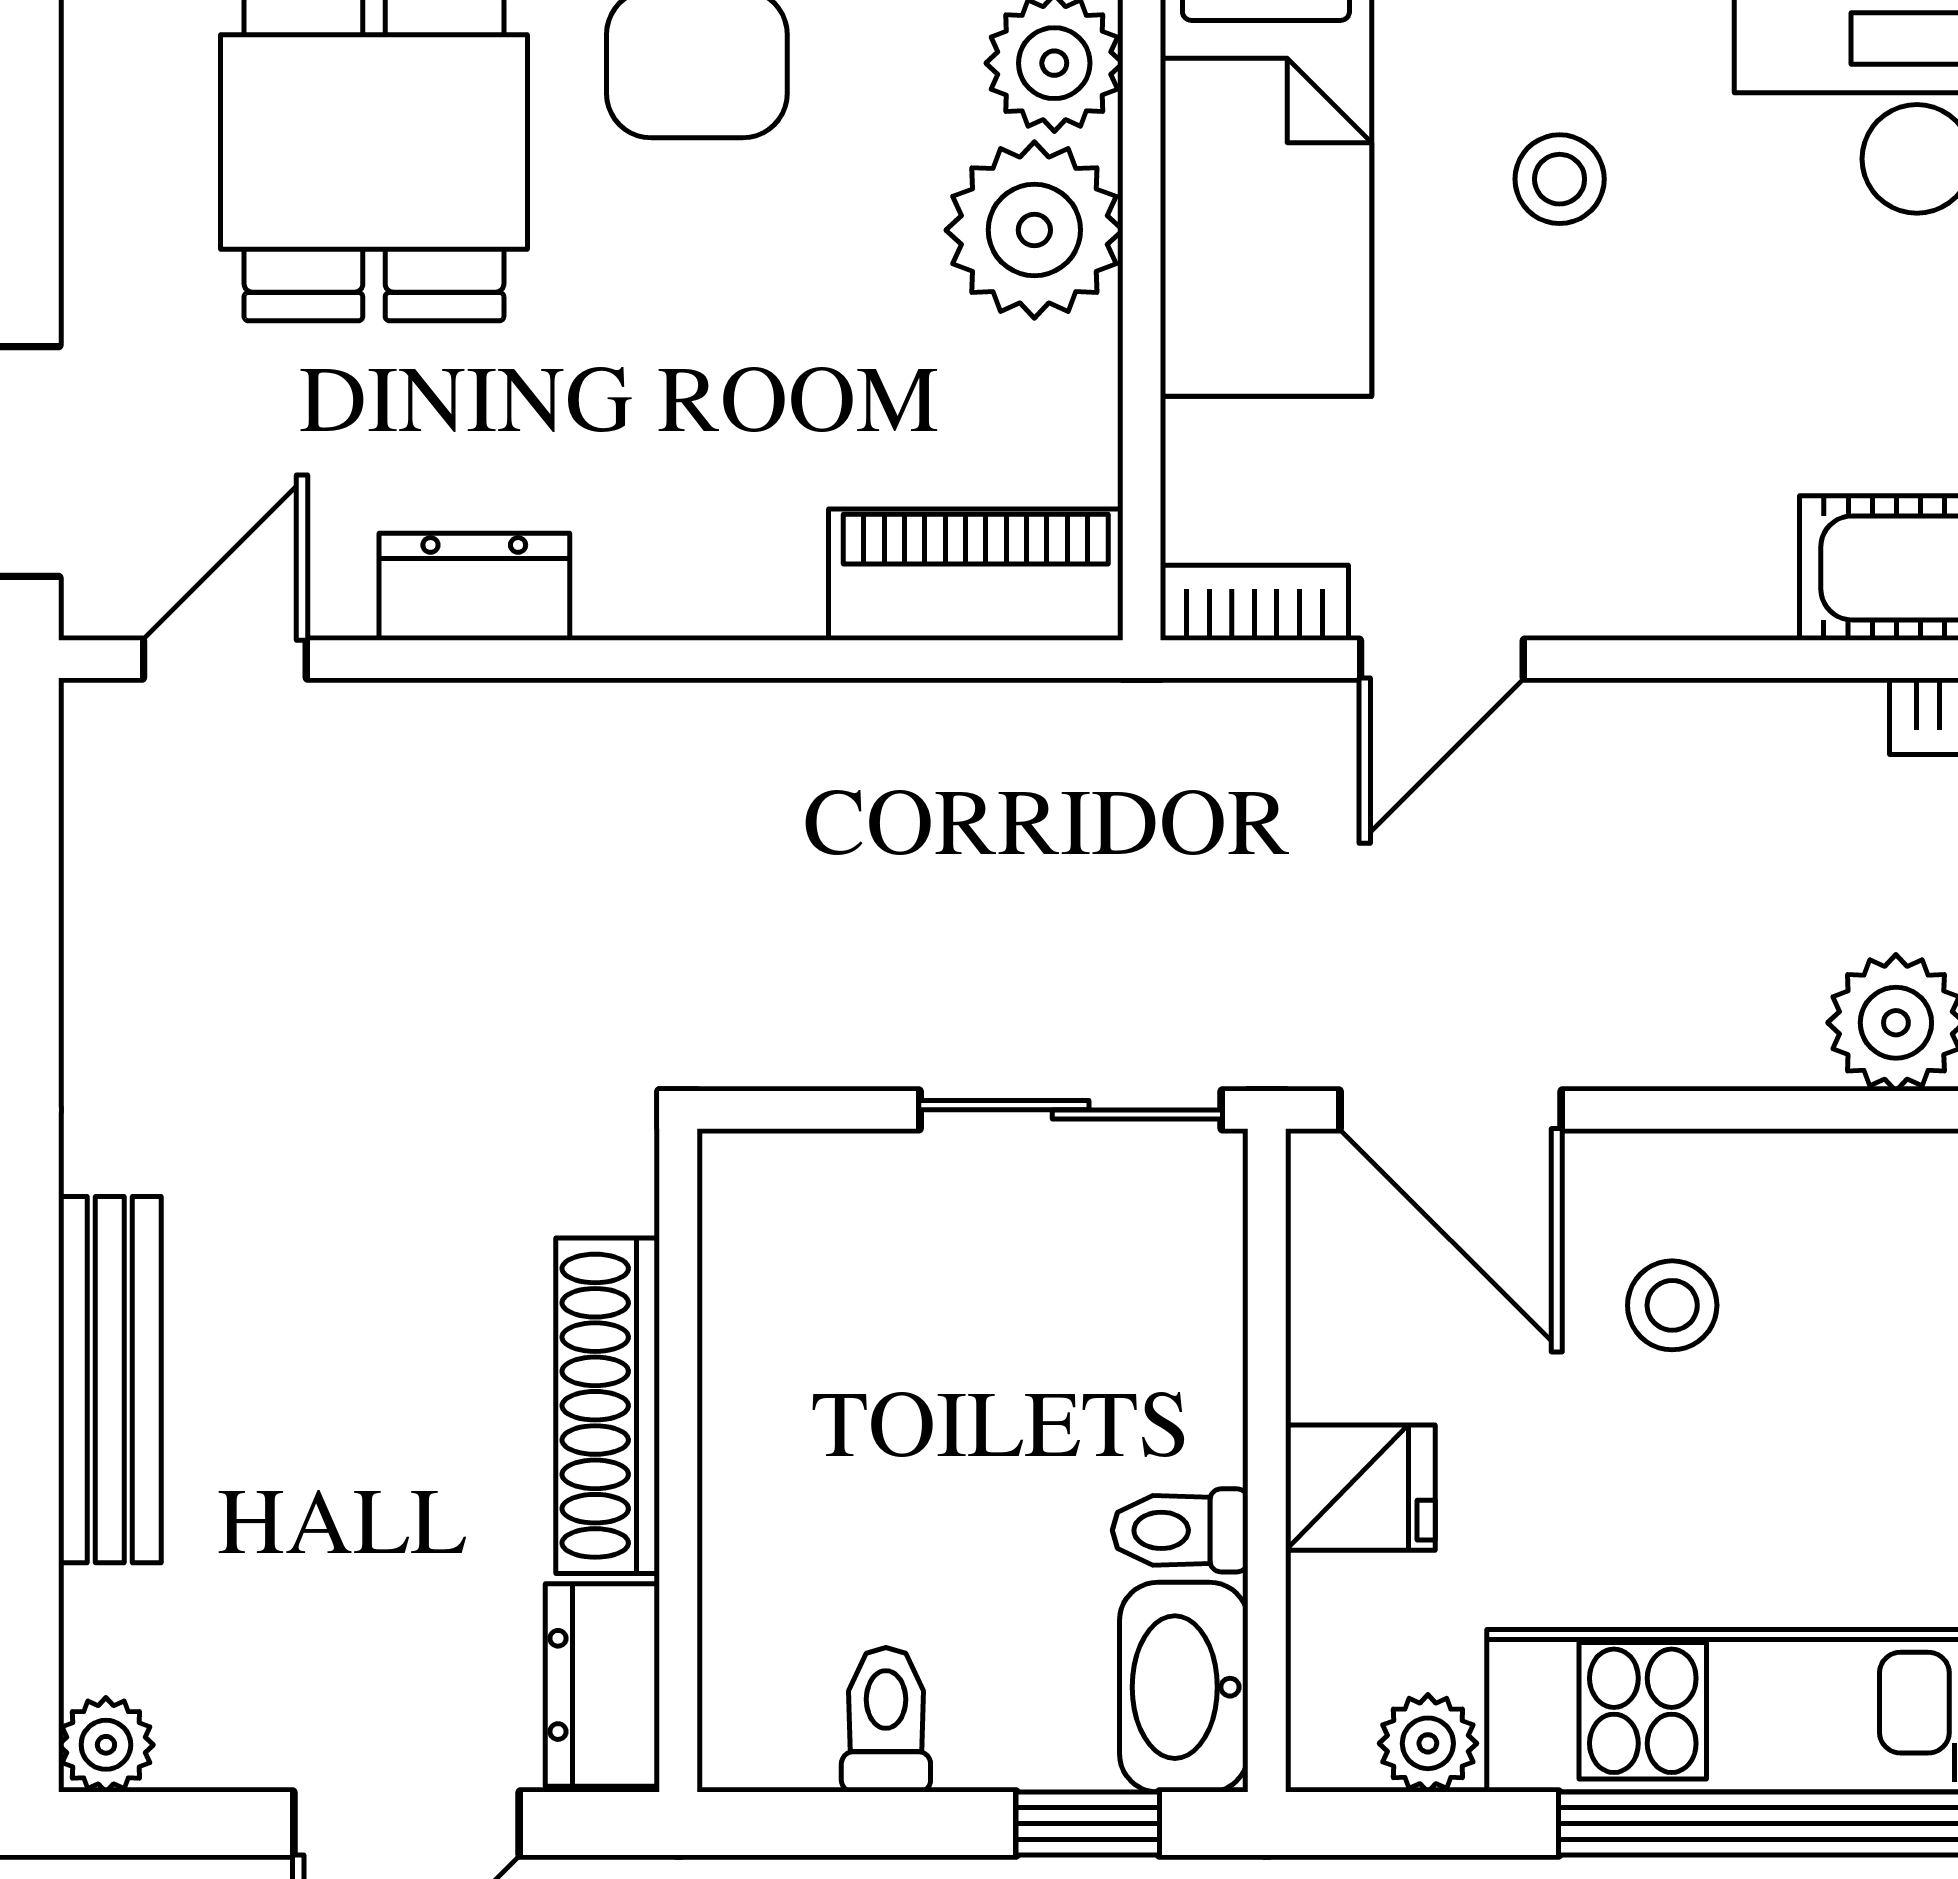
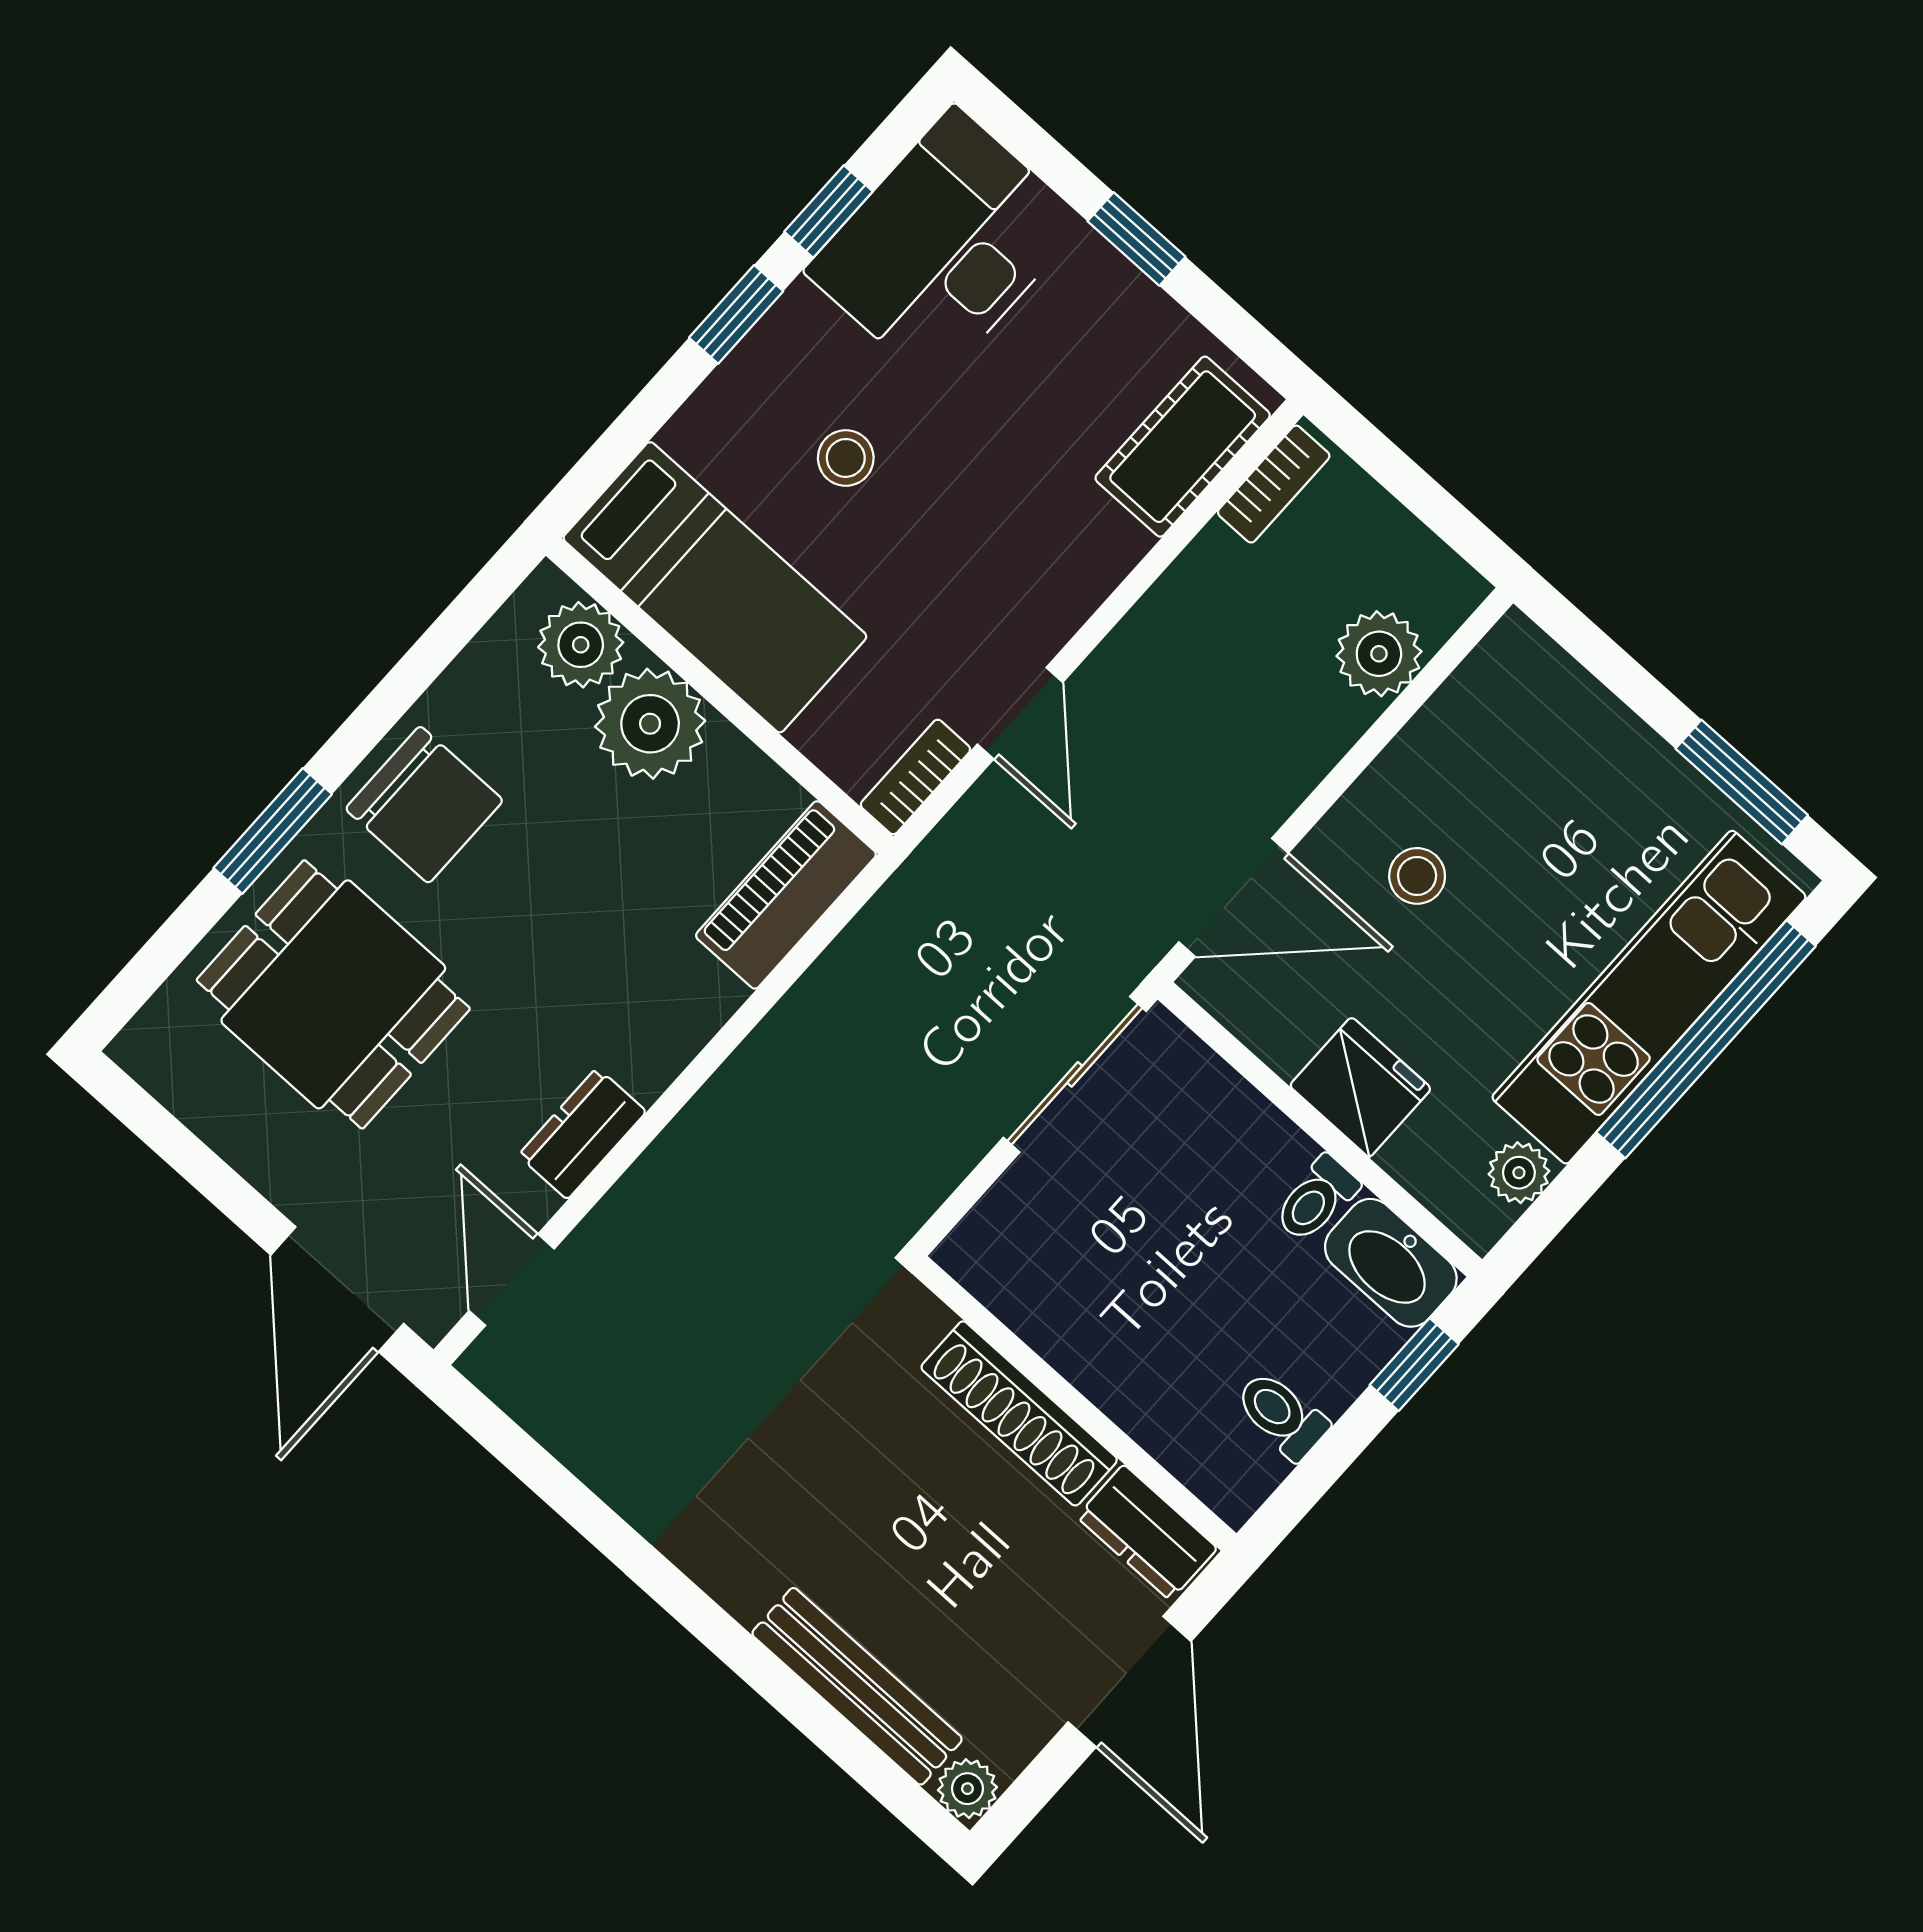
bench: (110, 1380) -> (857, 1686), moved
fridge: (1360, 1488) -> (1360, 1087), width x1.38

